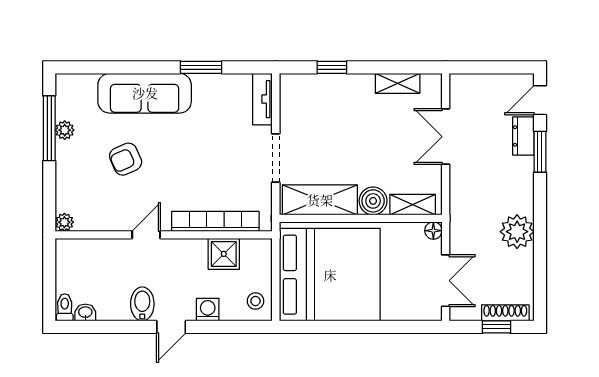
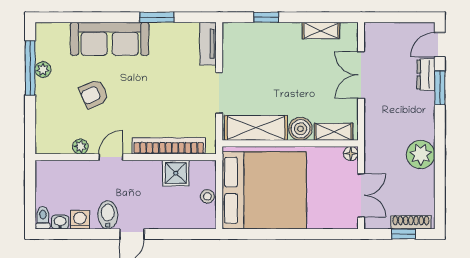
plant: (64, 222) -> (80, 147), moved
stool: (255, 301) -> (207, 196), moved
washing machine: (208, 310) -> (80, 220), moved

